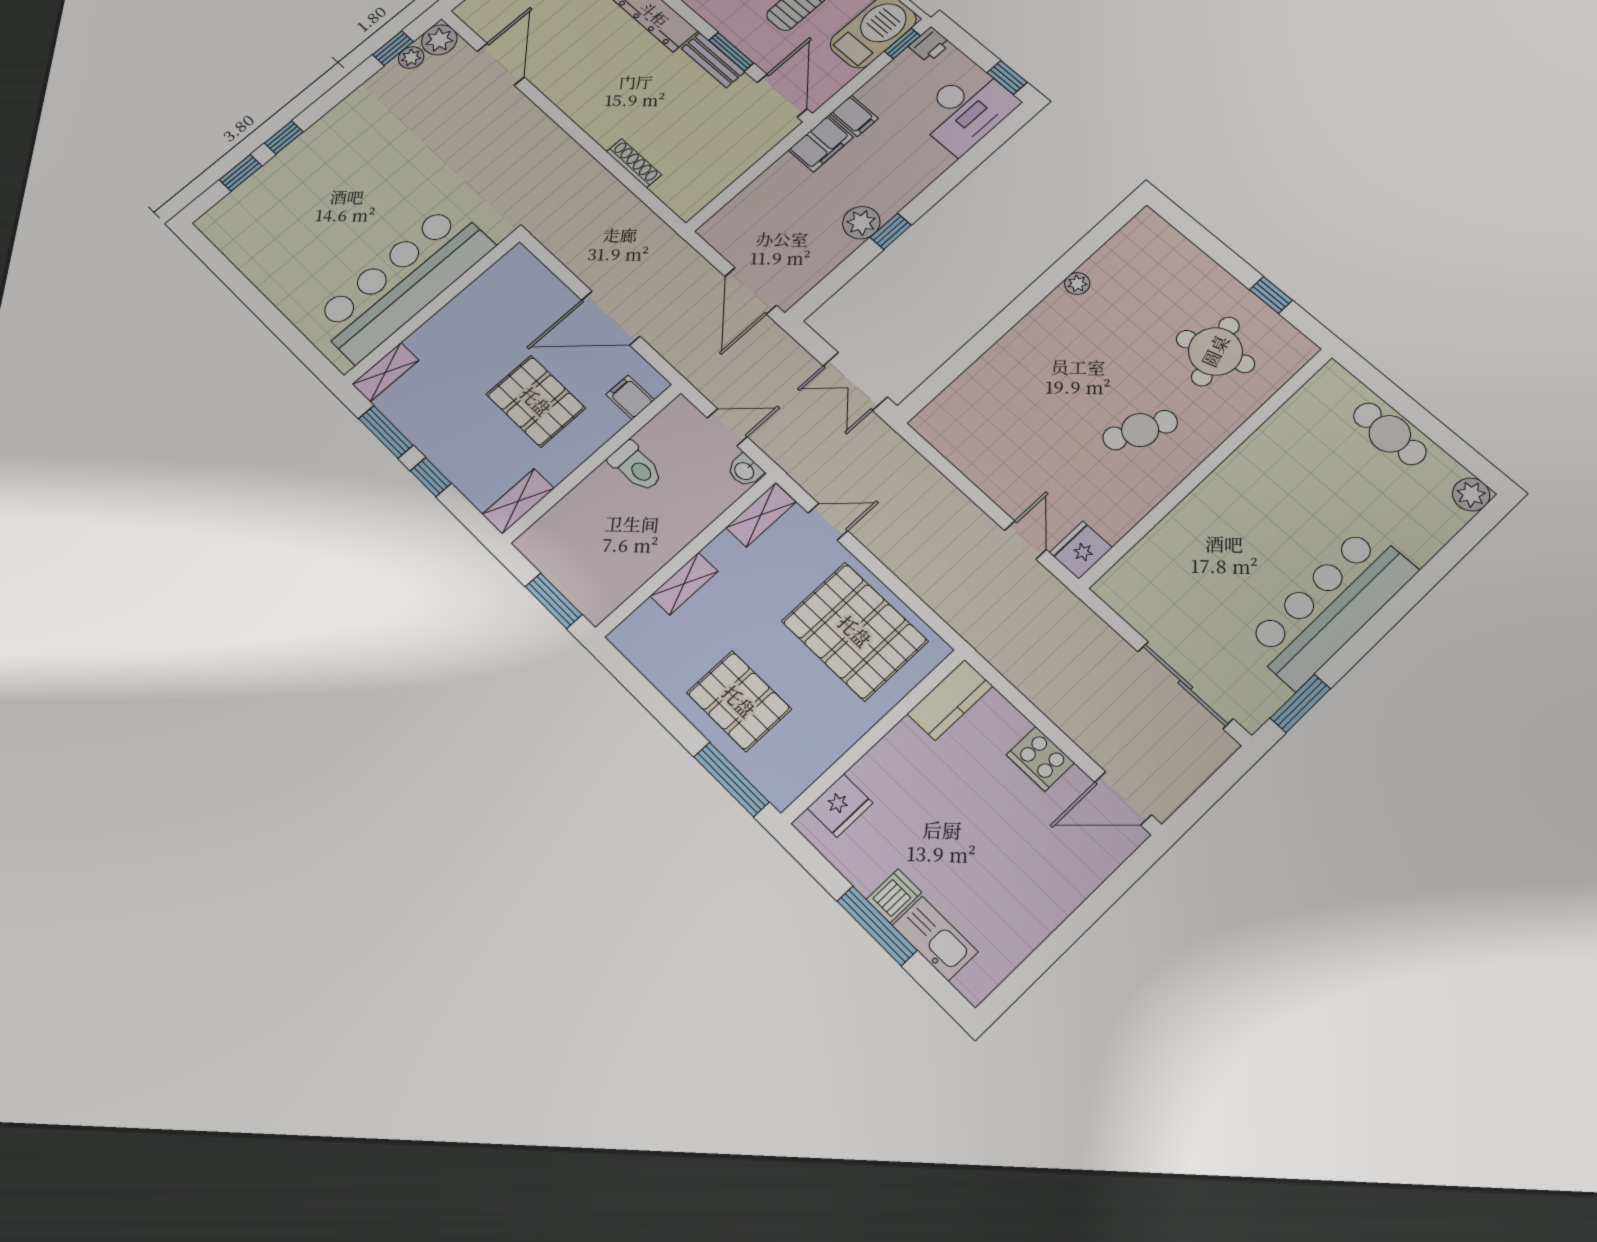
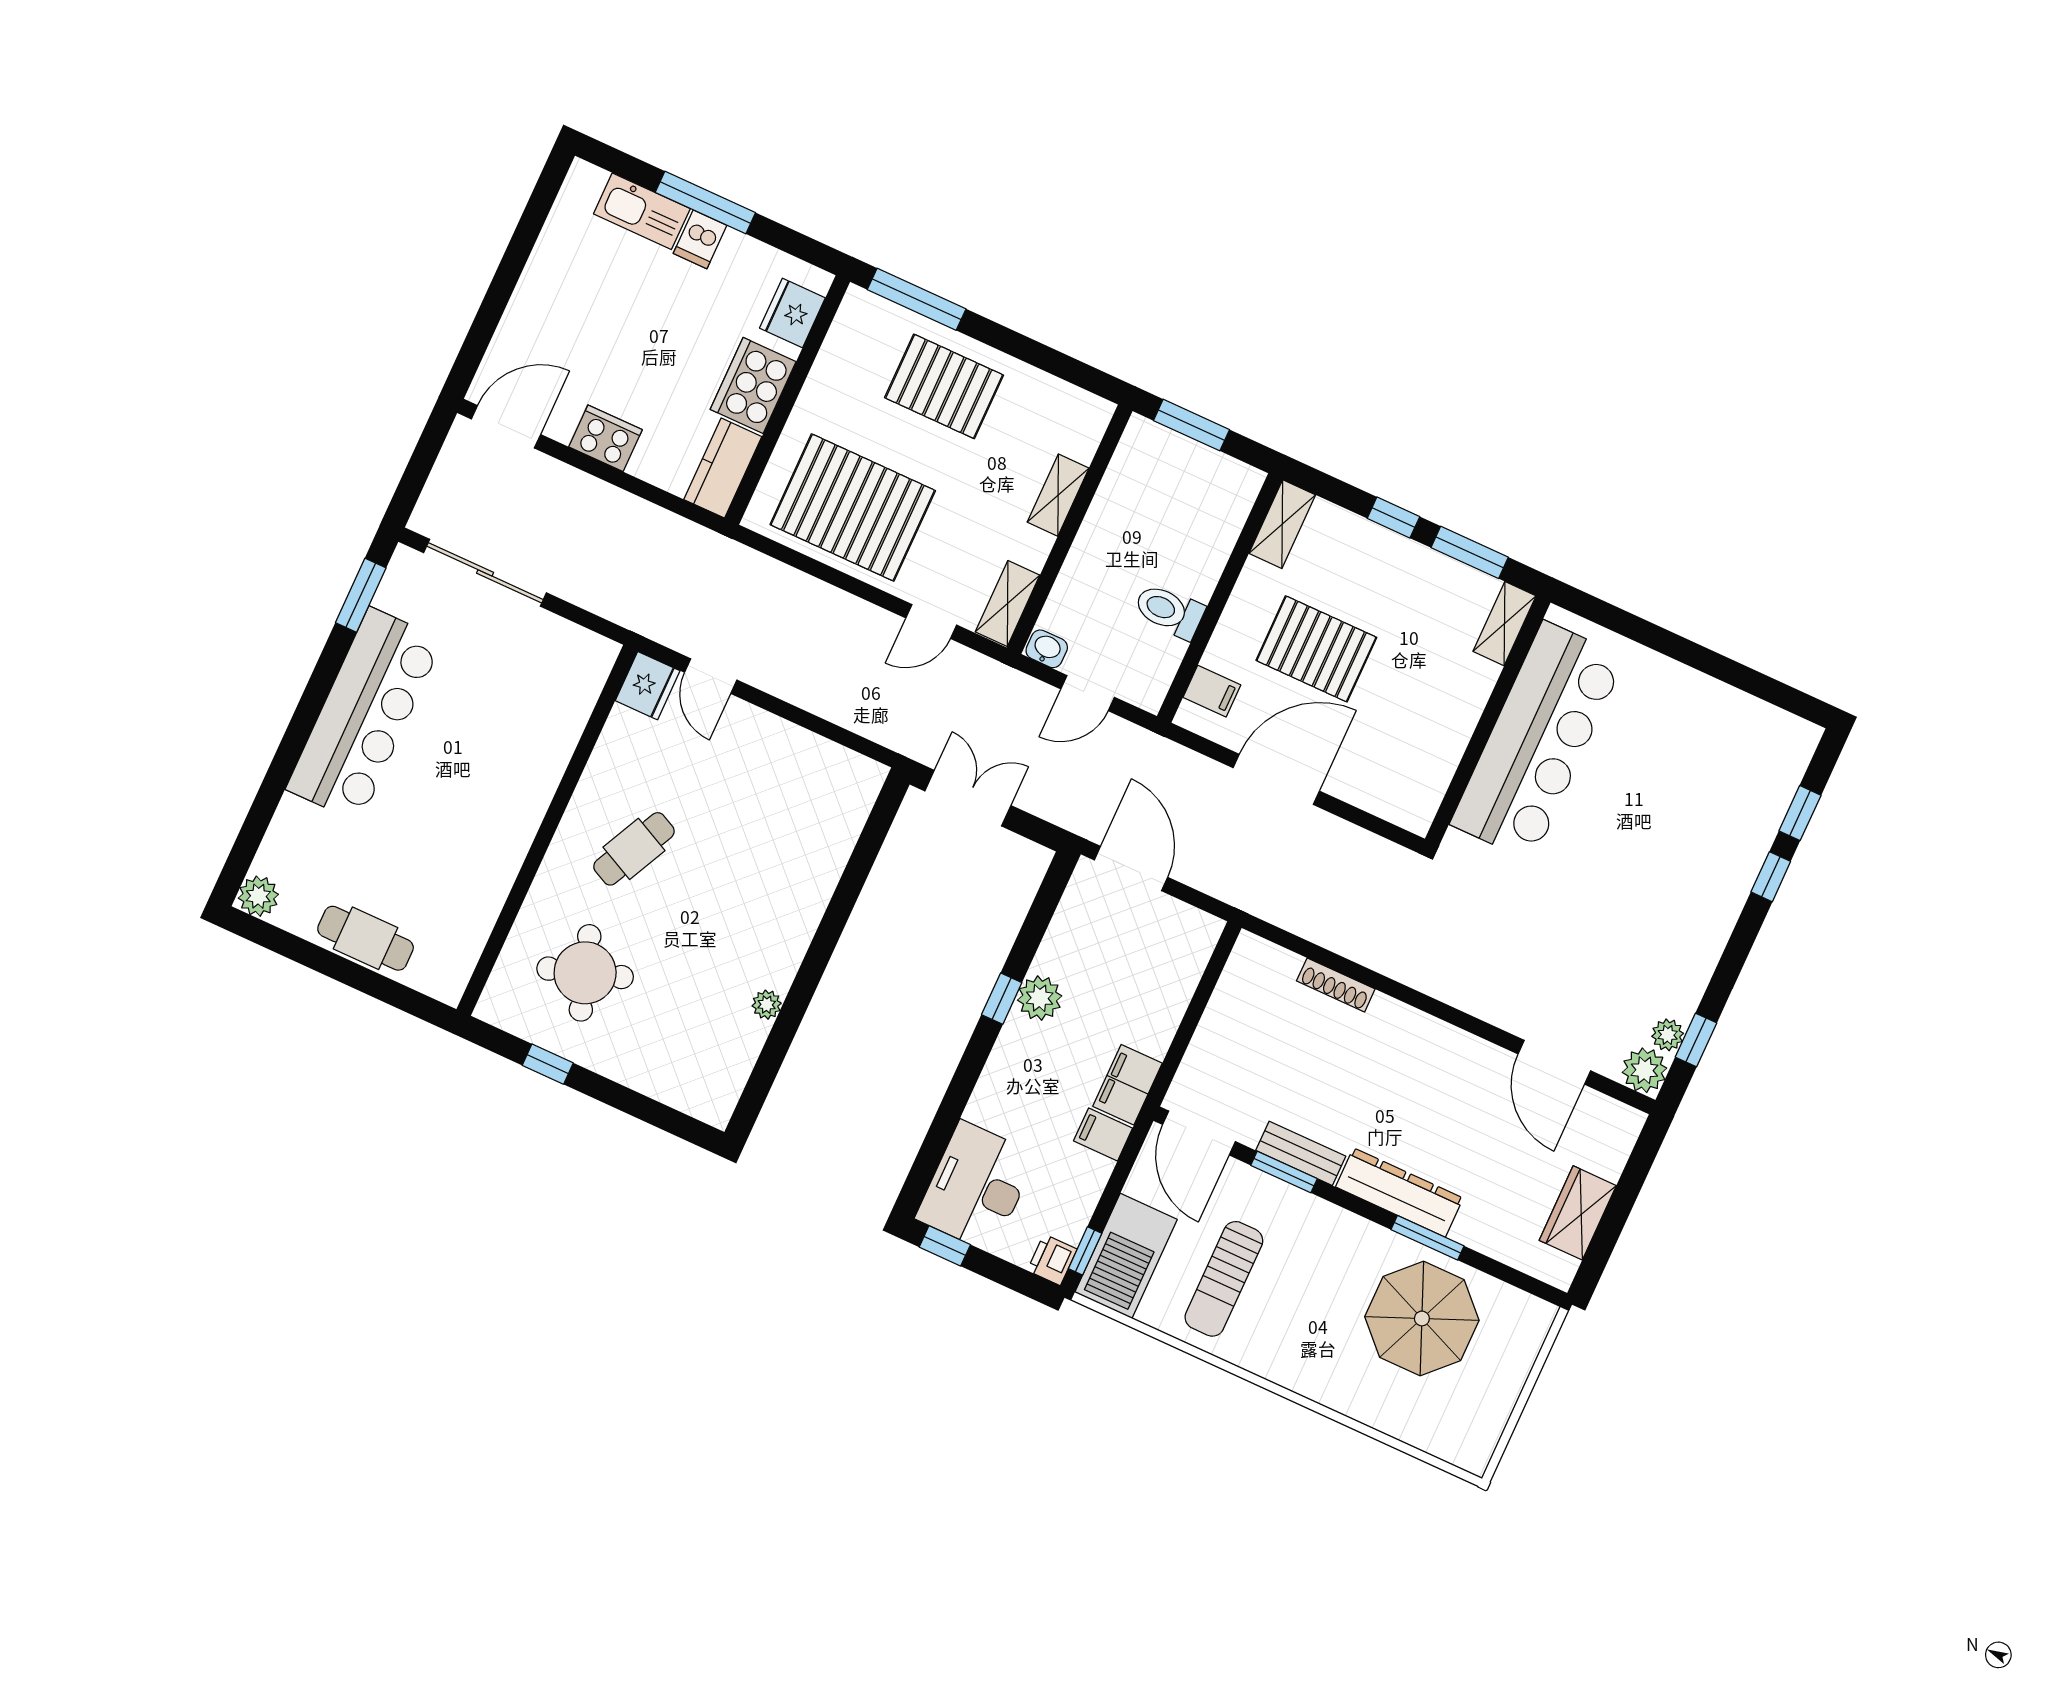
cooker: (898, 758) -> (753, 385), added

